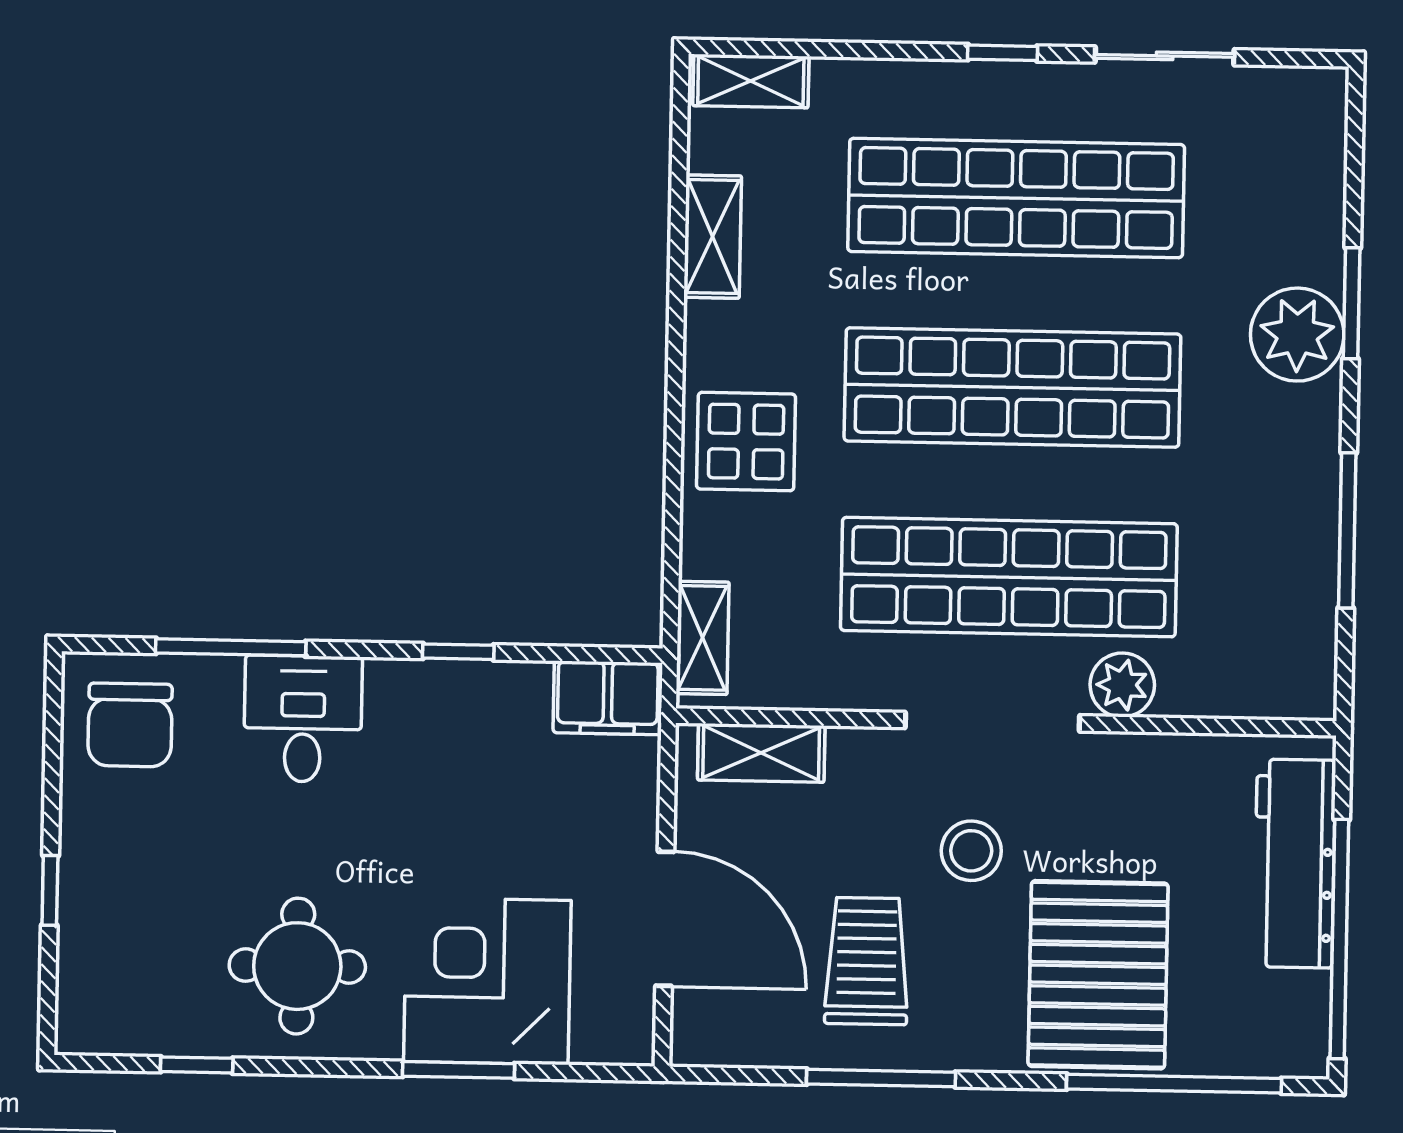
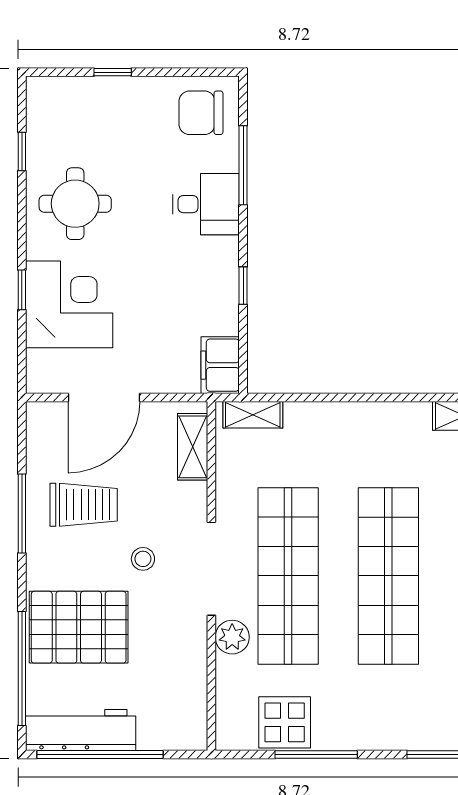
plant: (1297, 335) -> (419, 726), removed
display table: (746, 442) -> (285, 722), moved
stool: (971, 851) -> (143, 559), width x0.73, depth x0.73
workbench: (1295, 864) -> (81, 730), moved
window: (458, 1070) -> (22, 290), width x0.67

